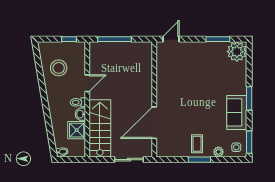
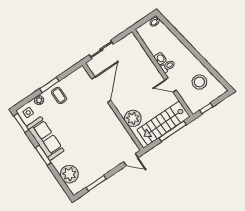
door: (171, 39) -> (131, 160), hinge flipped
plant: (237, 52) -> (69, 174), moved
plant: (143, 76) -> (133, 118), added
door: (87, 83) -> (171, 85), hinge flipped
sofa: (237, 112) -> (45, 139), width x1.36
stairs: (100, 128) -> (163, 123), moved, turned 90
shower: (77, 130) -> (155, 45), removed

